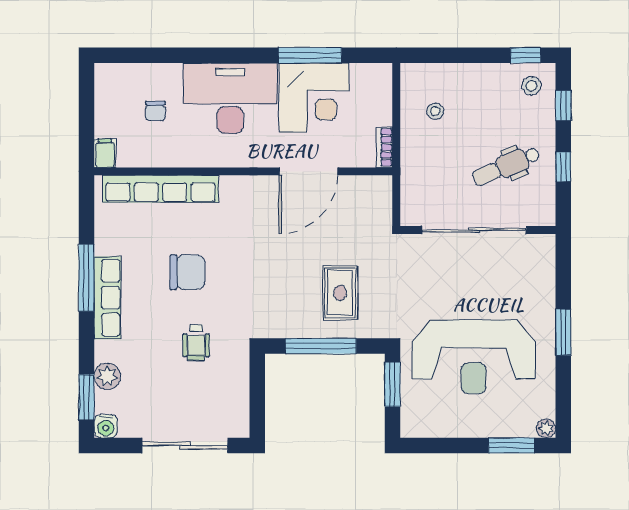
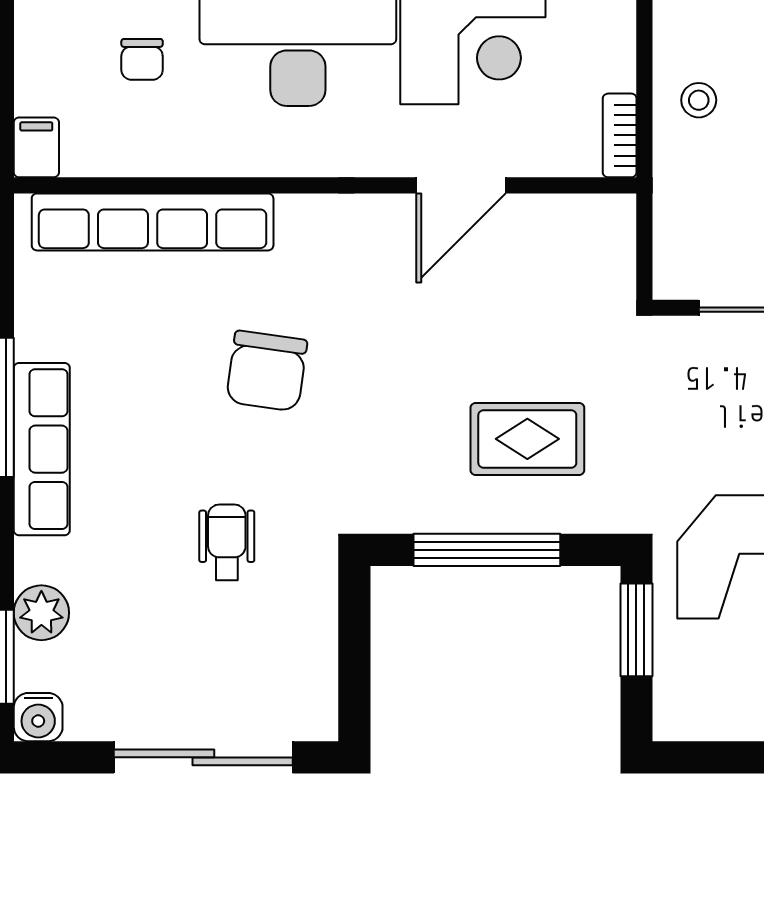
stool: (435, 111) -> (699, 100), moved
door: (308, 171) -> (461, 185), width x0.73
chair: (187, 272) -> (267, 371), moved, turned 98
rug: (340, 293) -> (527, 439), turned 90
wheelchair: (196, 342) -> (227, 542), turned 180

